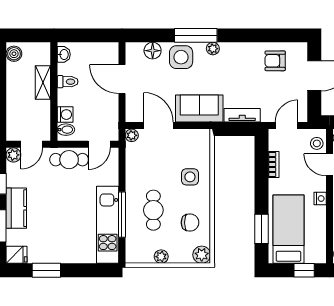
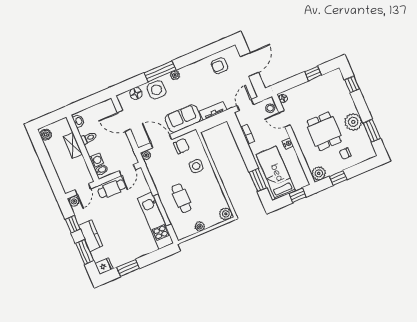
chair: (190, 223) -> (181, 146), moved

